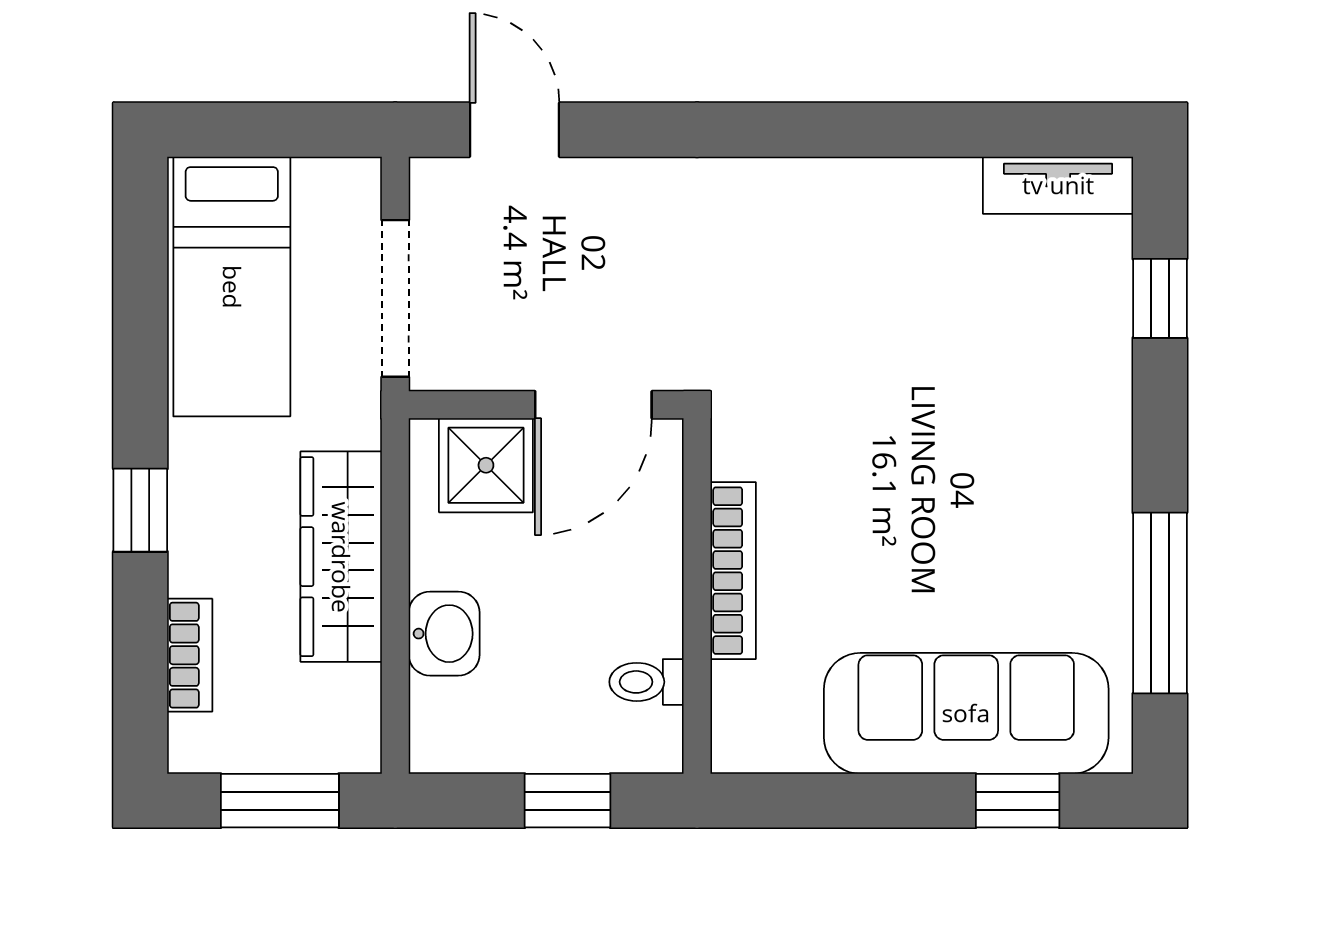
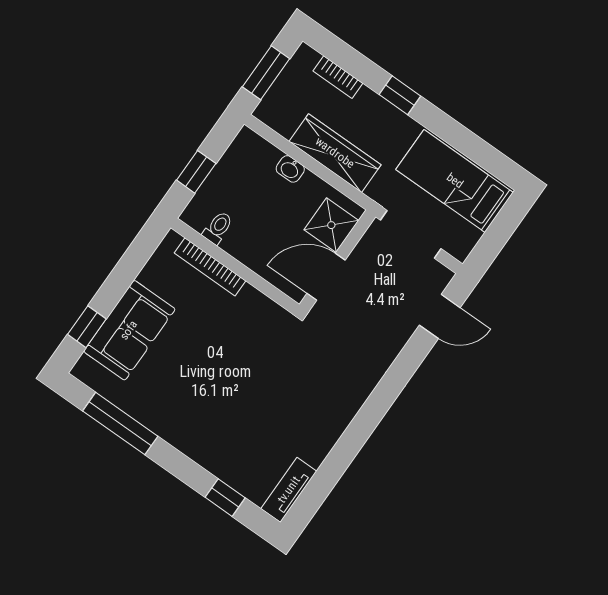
door: (593, 405) -> (326, 277), hinge flipped
bookcase: (733, 571) -> (210, 267), moved
washbasin: (444, 634) -> (290, 169), width x0.72, depth x0.69
sofa: (966, 713) -> (129, 330), width x0.73

